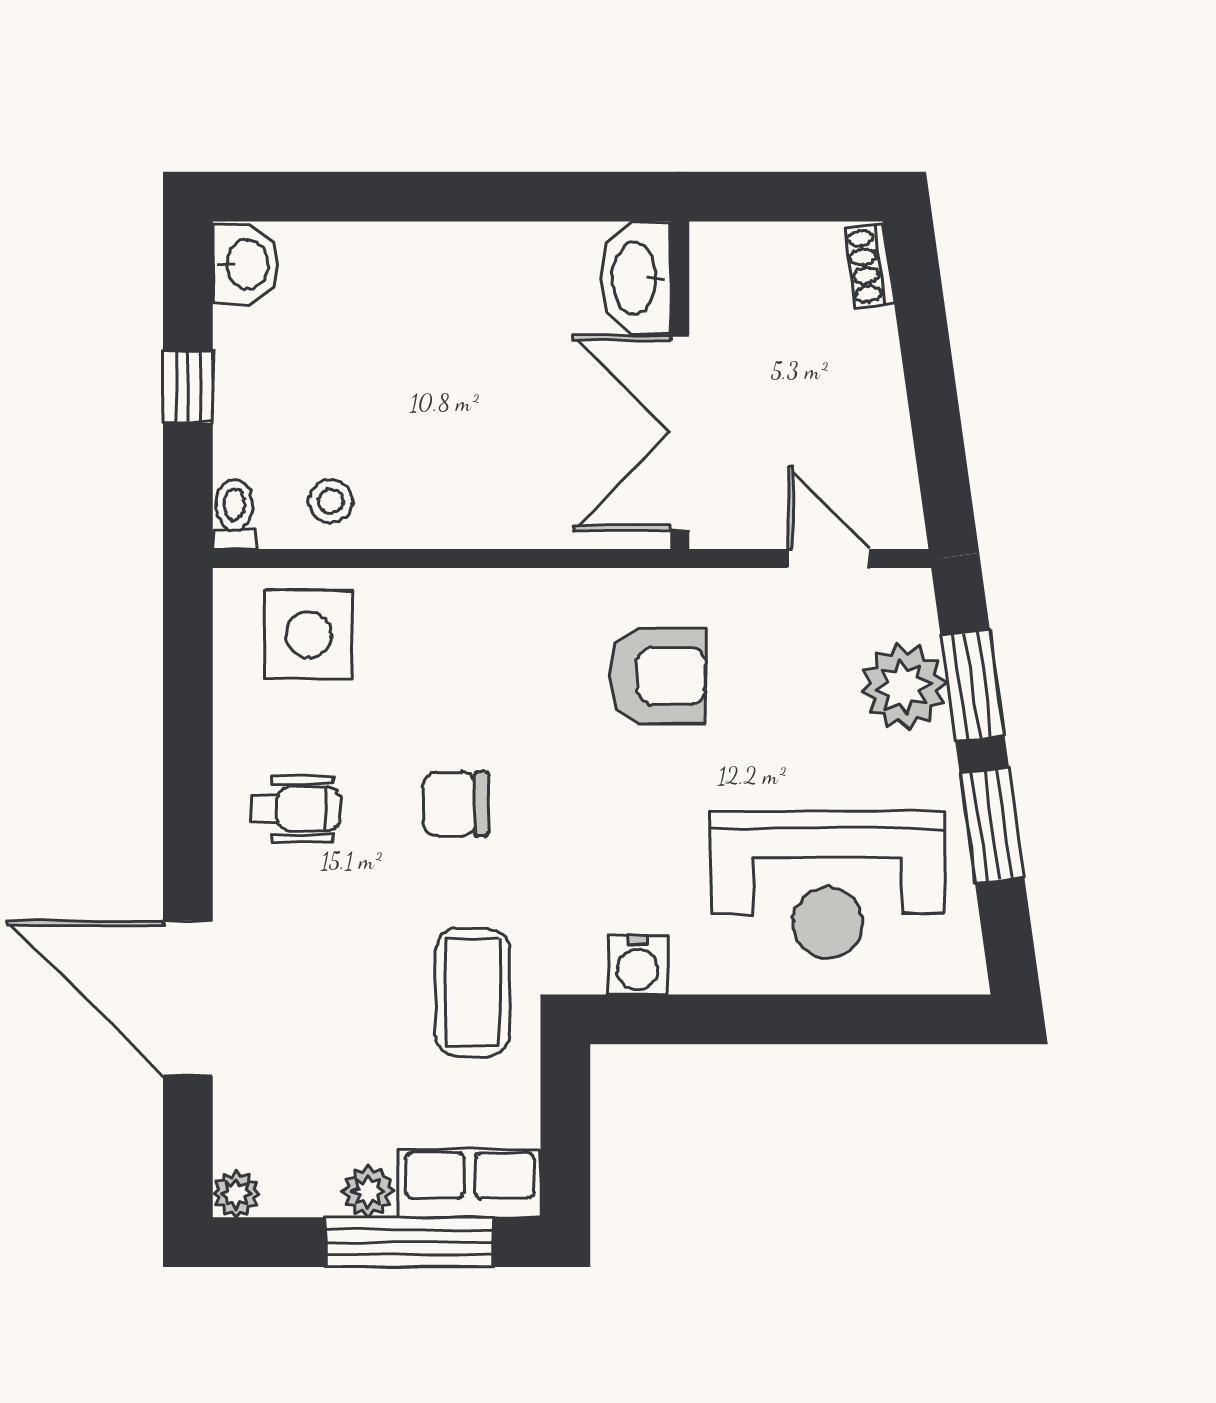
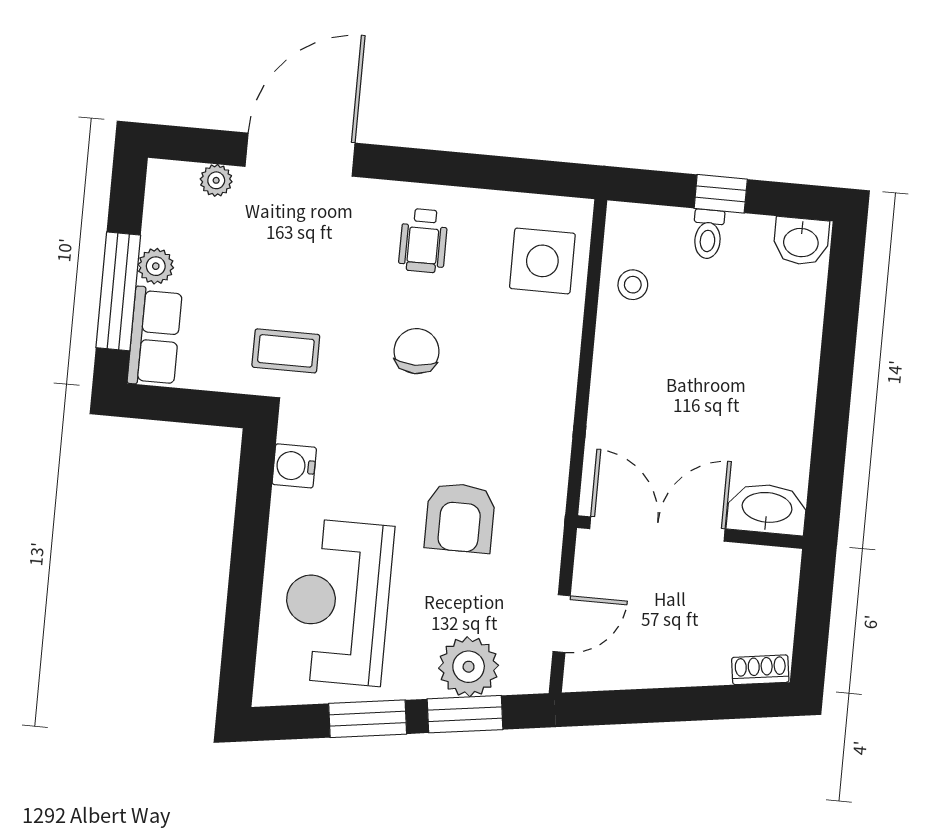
toilet: (234, 514) -> (708, 234), moved, turned 90
armchair: (658, 676) -> (460, 518), moved
coffee table: (473, 992) -> (286, 351), width x0.73, depth x0.77
plant: (236, 1194) -> (216, 180), moved

